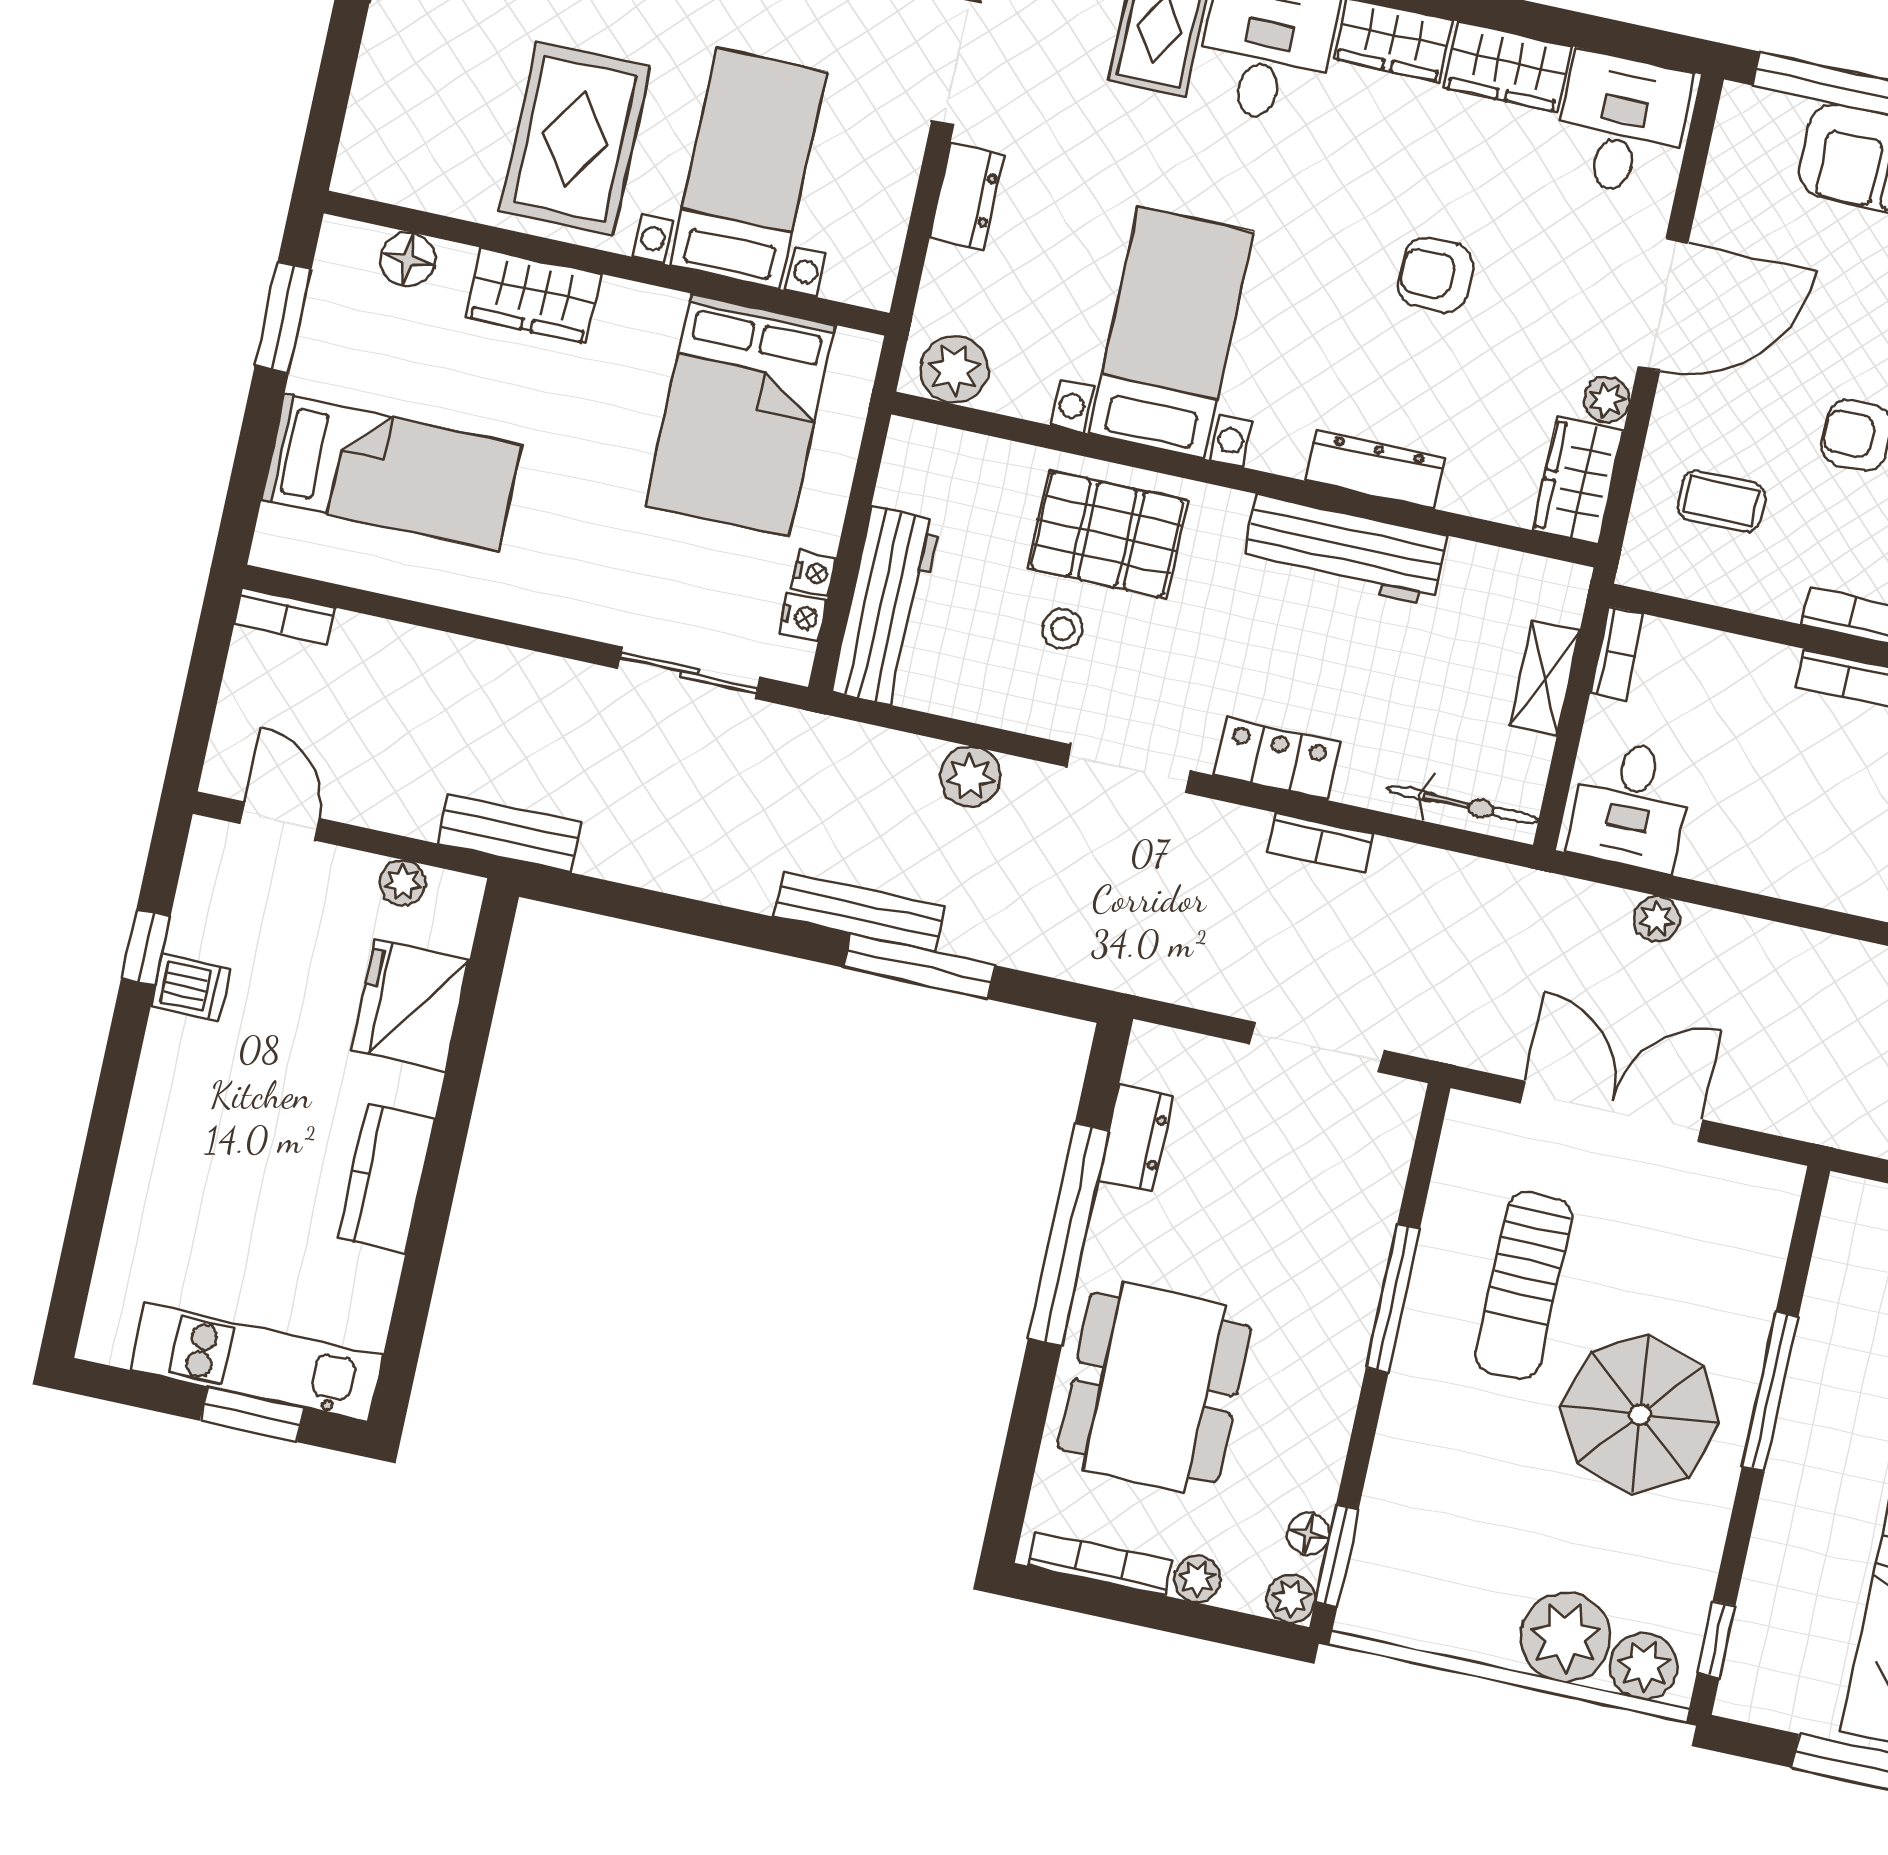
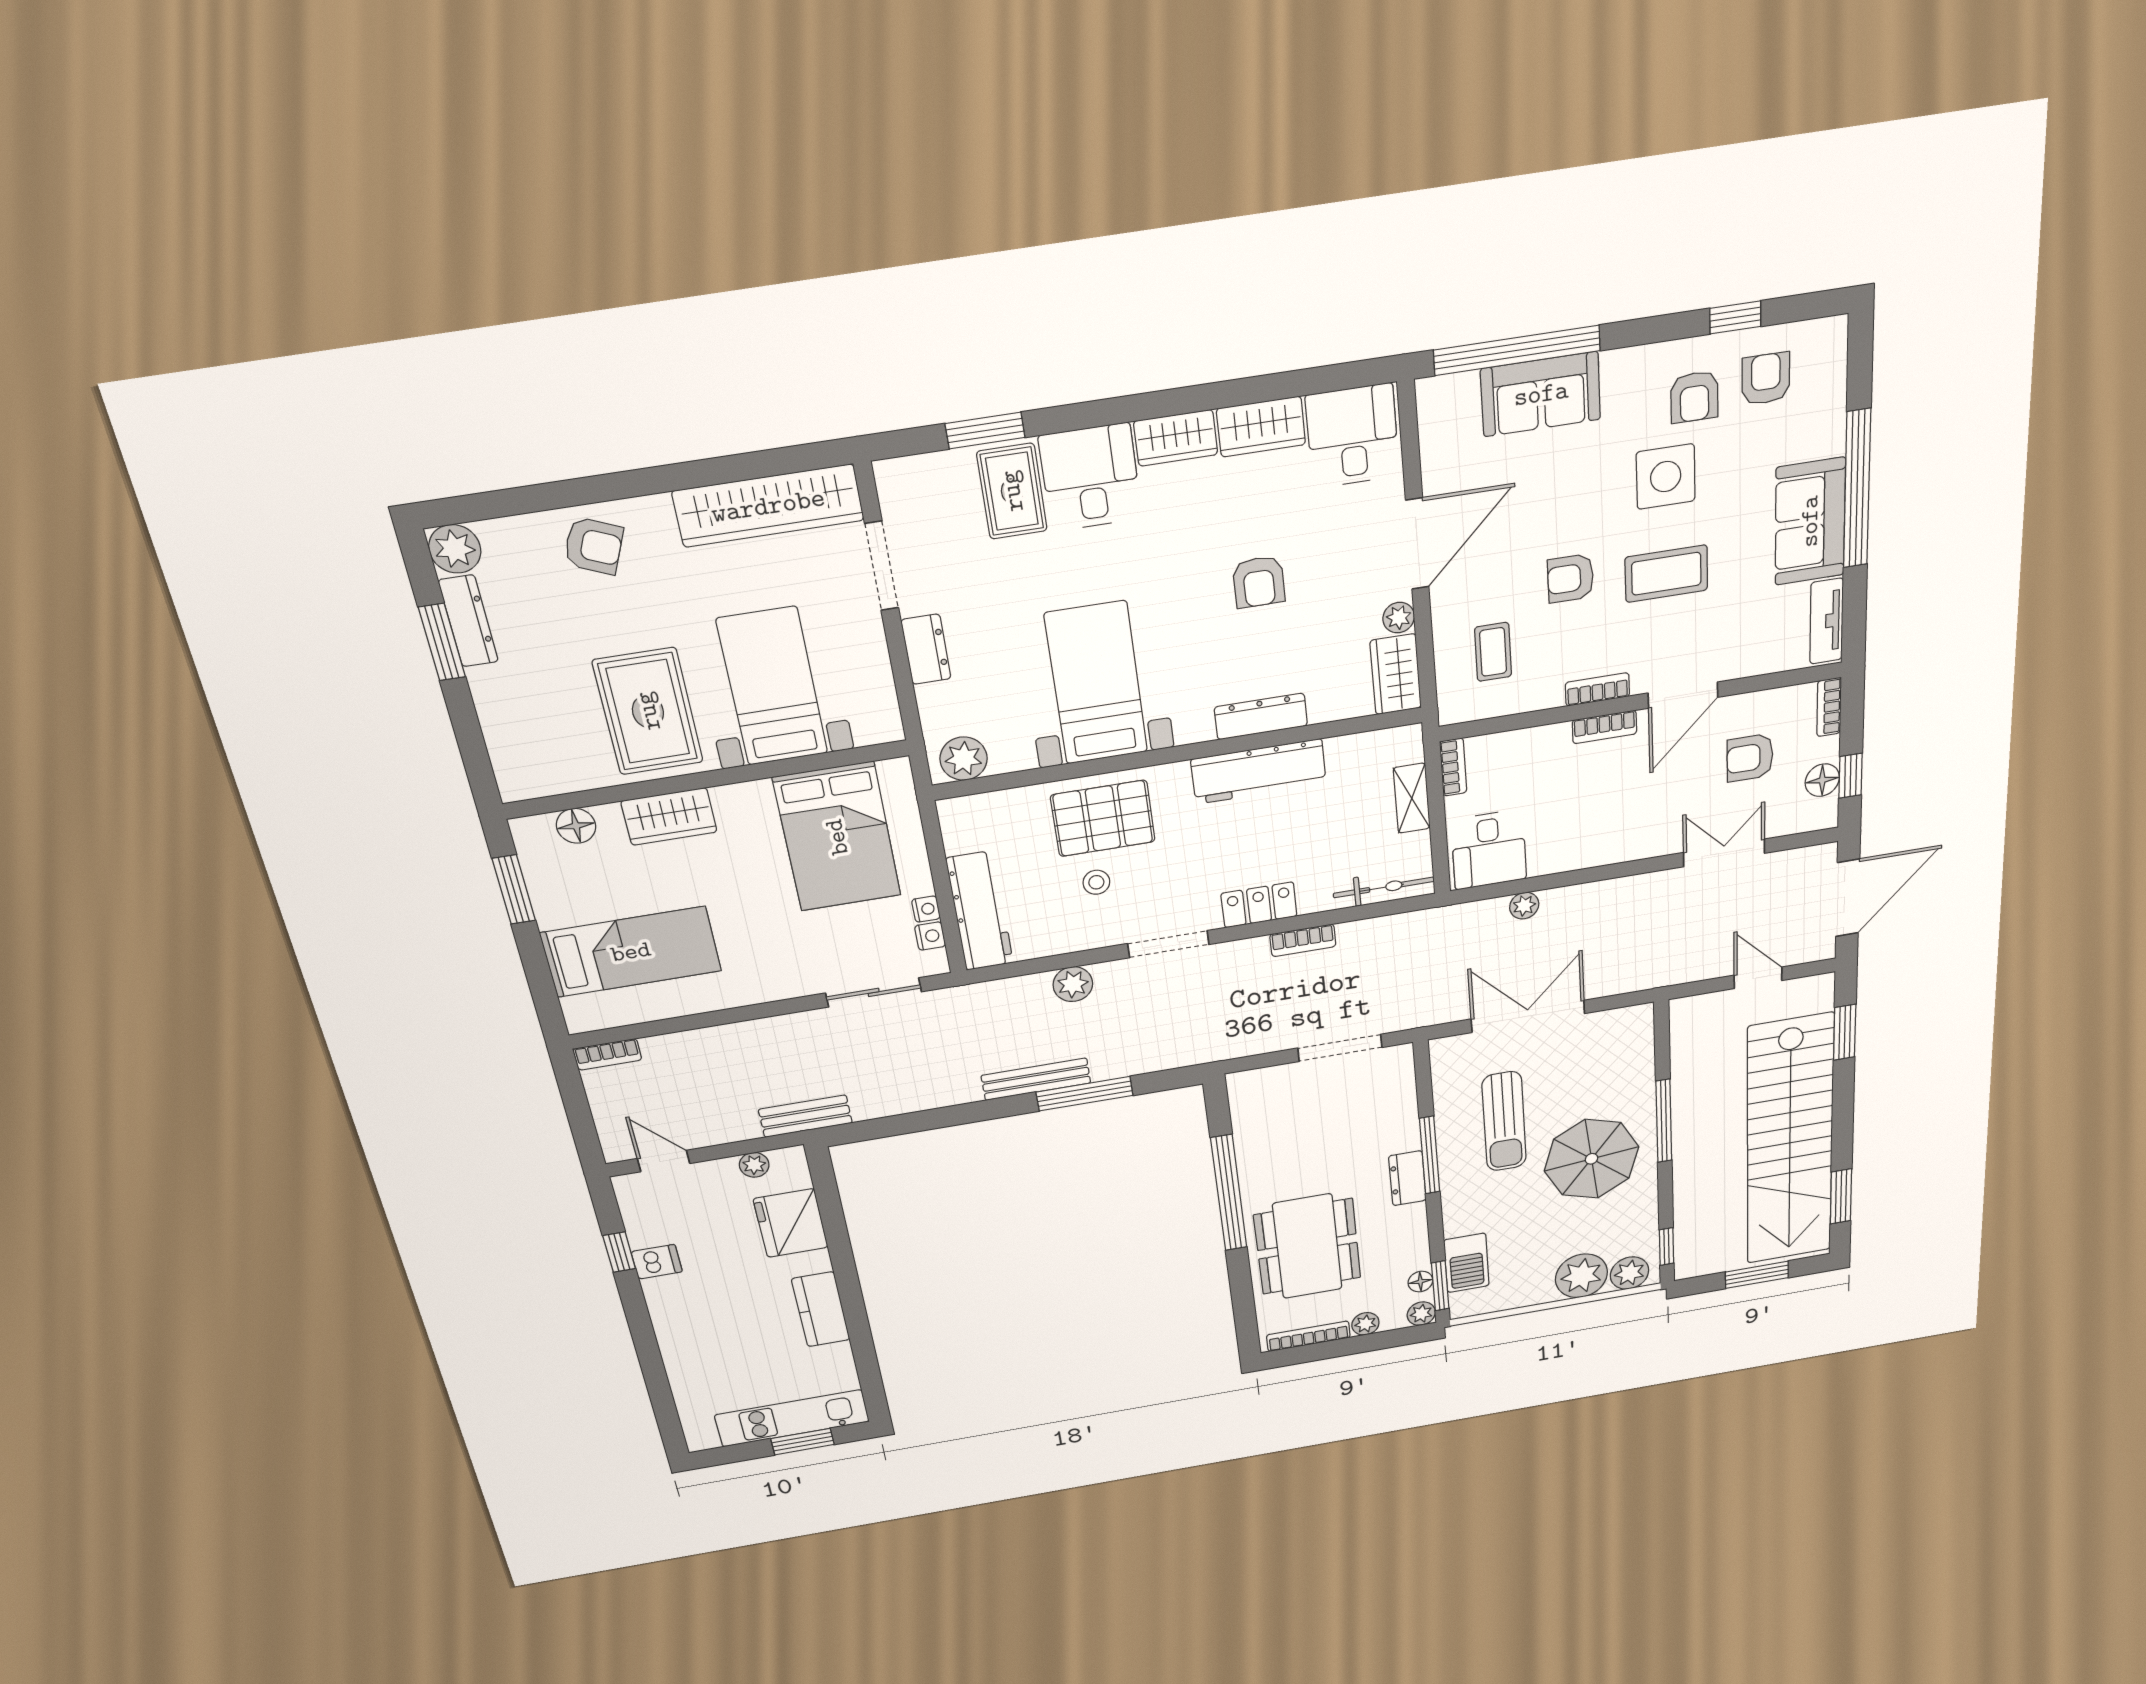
armchair: (1436, 275) -> (1259, 582), turned -90
coffee table: (1721, 501) -> (1493, 652), turned 90
dresser: (1136, 1138) -> (1407, 1178), moved, turned 180
barbecue: (1391, 1529) -> (1466, 1263), added

